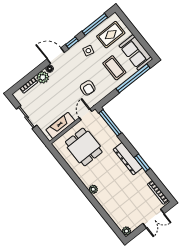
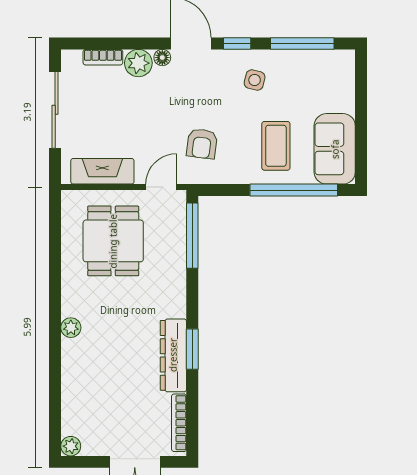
rug: (111, 35) -> (316, 83), removed
sliding door: (27, 117) -> (55, 110), width x1.37
dresser: (128, 159) -> (173, 355), moved

